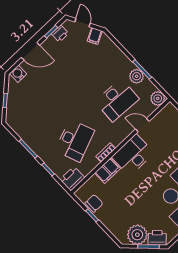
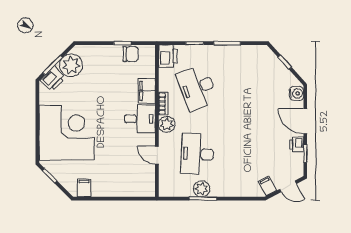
printer: (60, 34) -> (297, 144), moved
door: (30, 51) -> (305, 121), hinge flipped
plant: (158, 98) -> (167, 124), moved
door: (142, 125) -> (157, 155), swing flipped
desk: (133, 155) -> (140, 119), width x0.73
chair: (94, 203) -> (131, 54), turned -90

